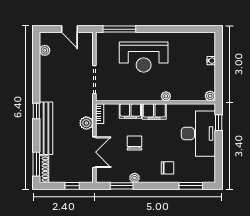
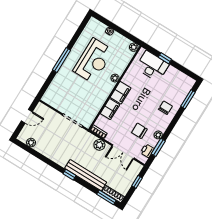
window: (119, 29) -> (62, 60), moved
reception desk: (144, 57) -> (93, 61), moved
window: (219, 123) -> (165, 58), moved
desk: (198, 134) -> (152, 66), width x0.73, depth x0.77
chair: (134, 143) -> (139, 131), moved
double door: (94, 152) -> (123, 152), swing flipped
printer: (111, 177) -> (147, 151), added

